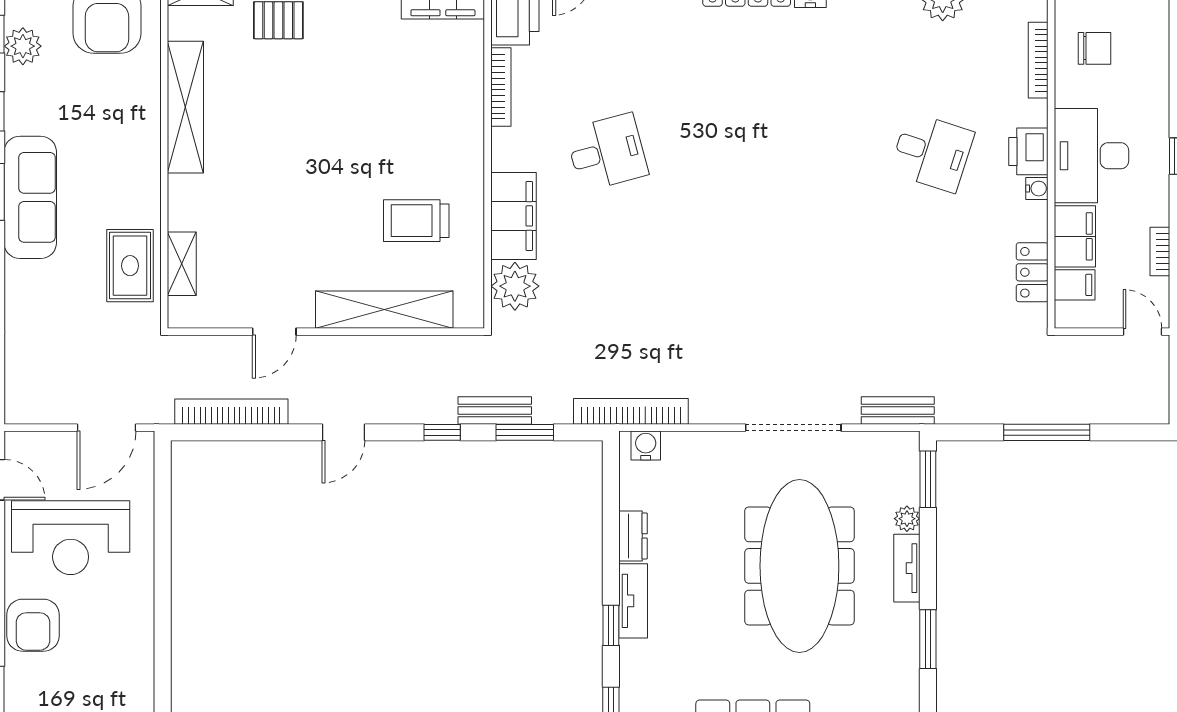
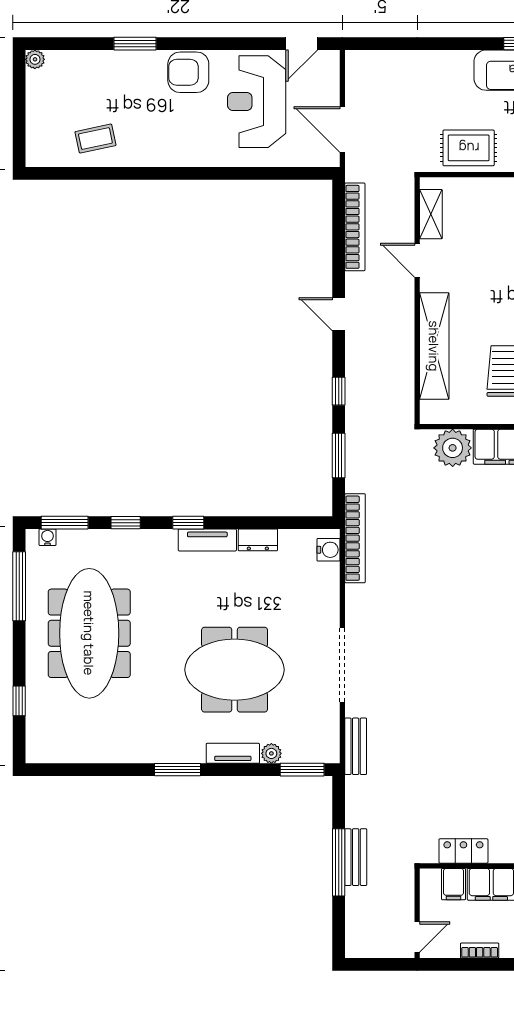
shelving: (182, 264) -> (431, 214), moved, turned 90
bench: (495, 410) -> (356, 857), moved
meeting table: (799, 566) -> (235, 670), width x0.73

